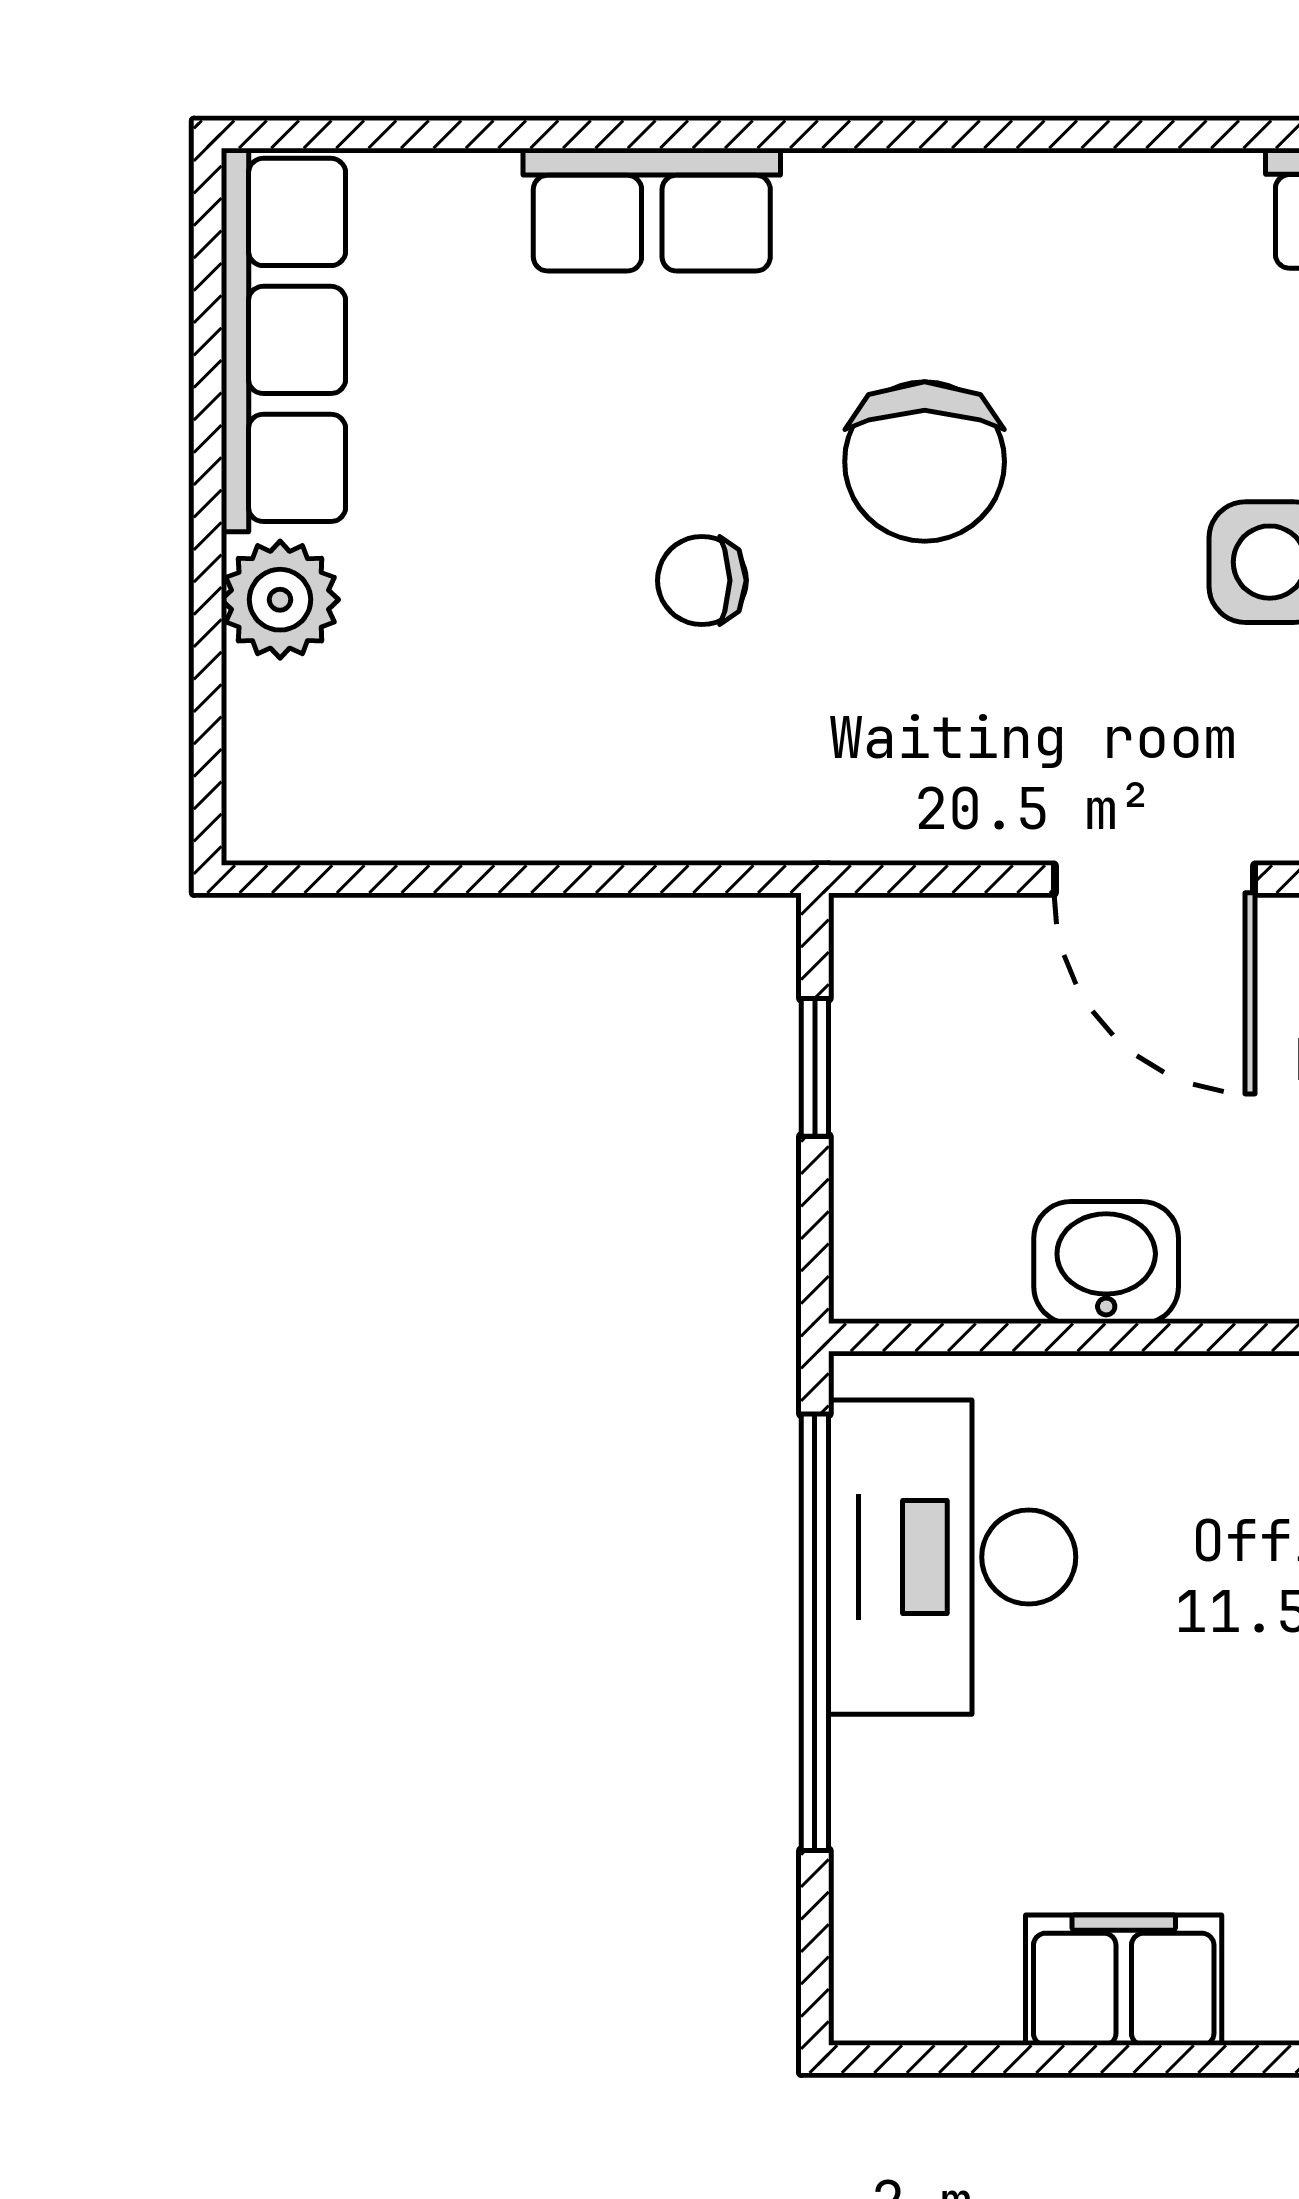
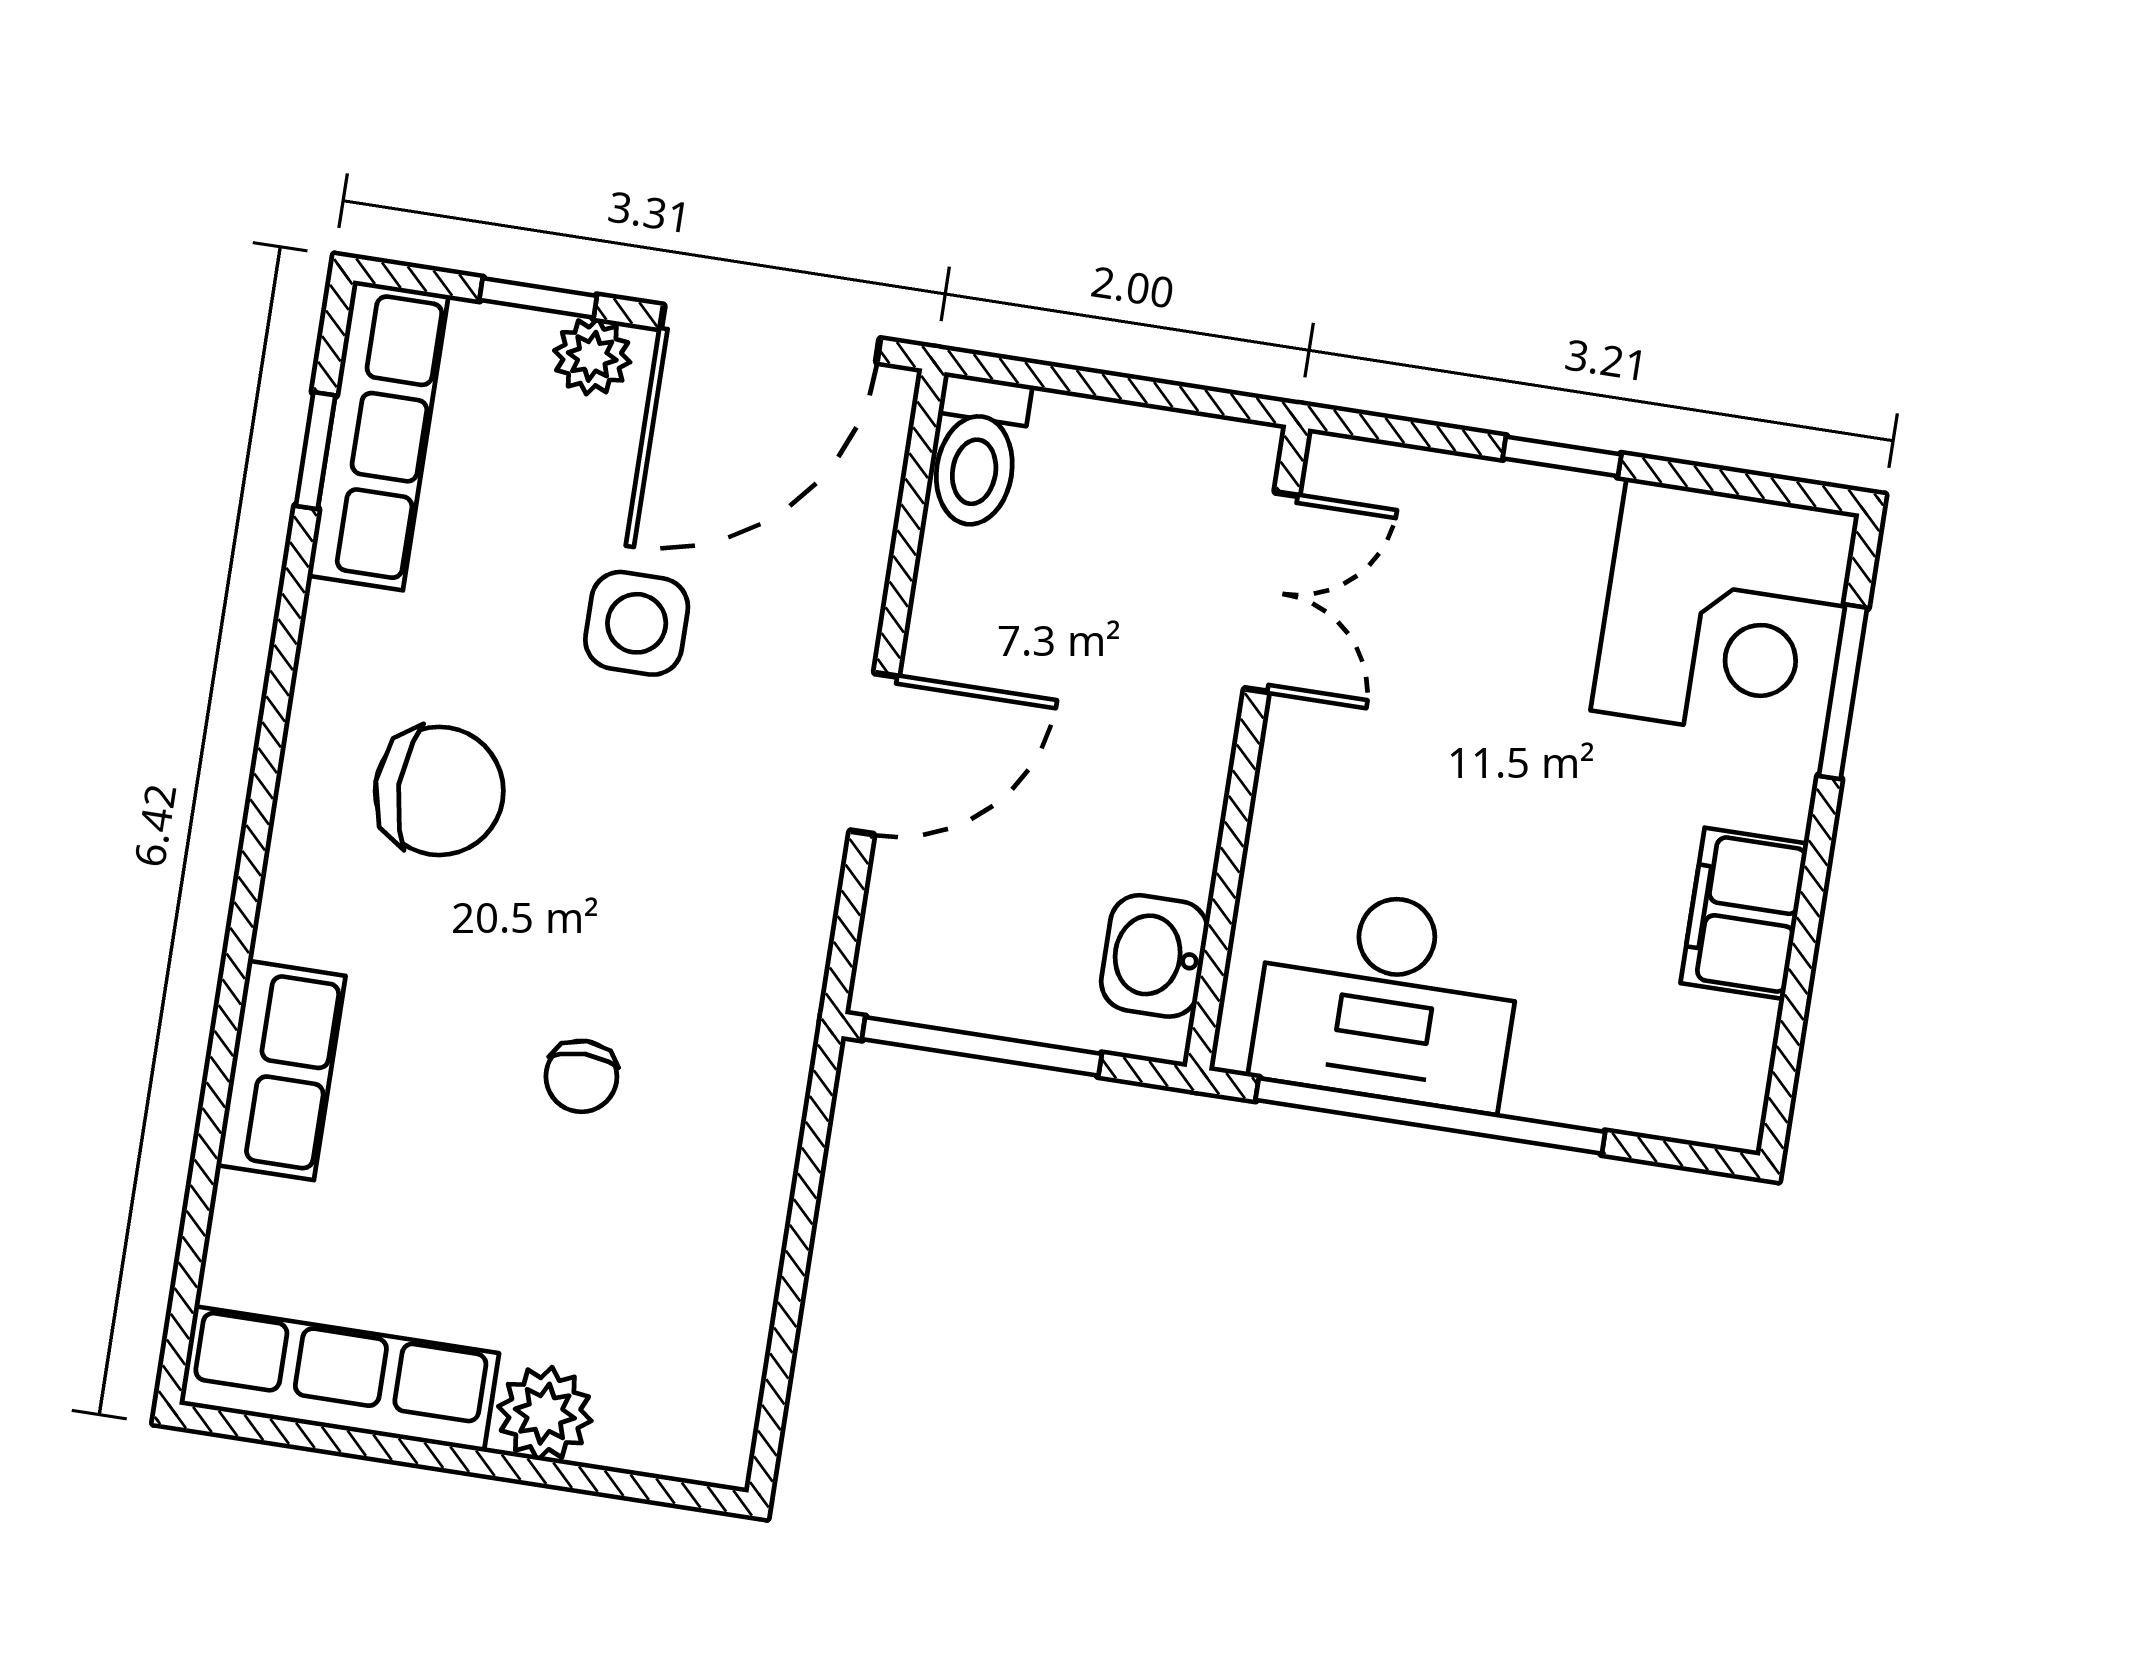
chair: (925, 462) -> (439, 791), moved
window: (815, 1067) -> (982, 1046), width x2.17
washbasin: (1106, 1262) -> (1154, 956), moved

